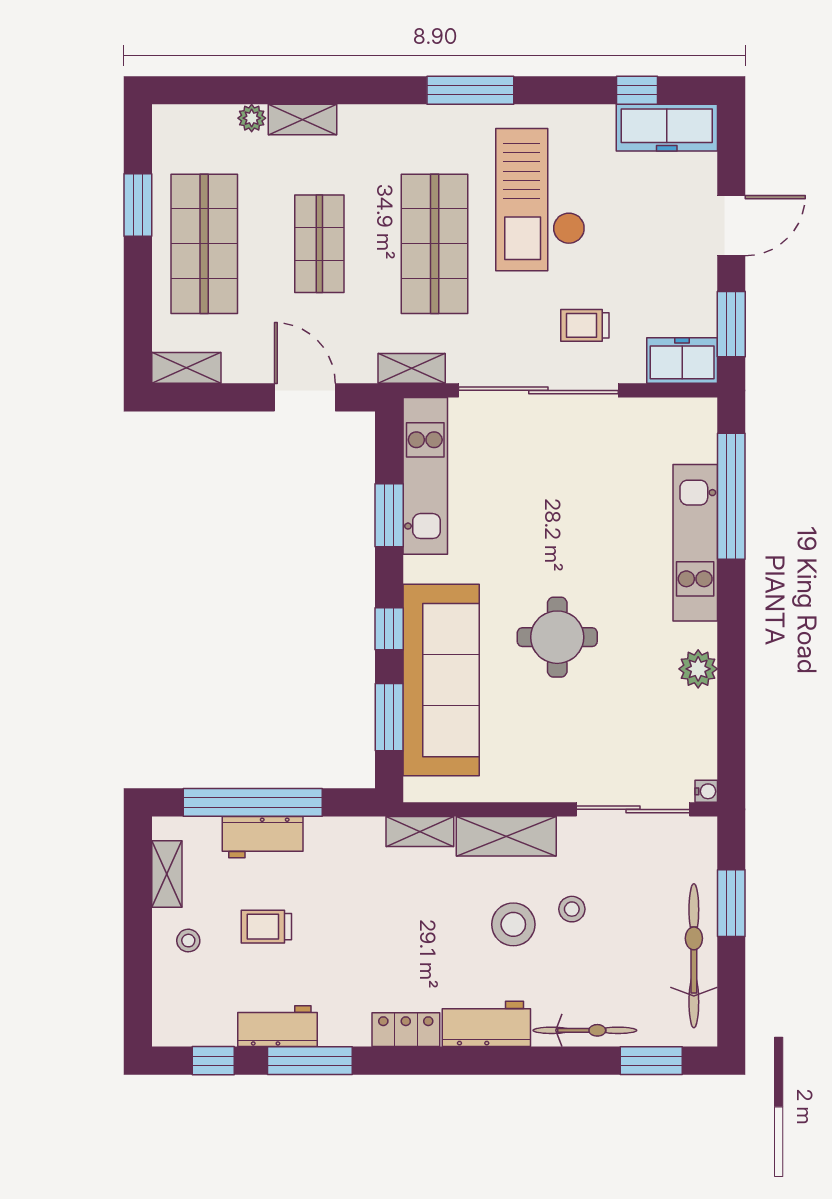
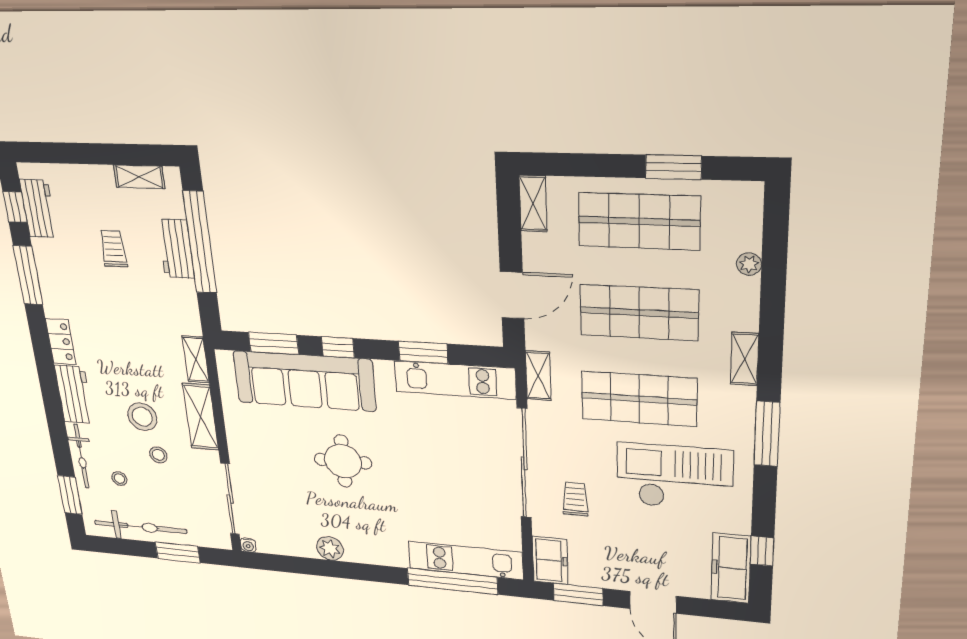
shelving: (302, 120) -> (745, 359), moved
shop shelf: (319, 244) -> (639, 313), width x1.43, depth x1.36
kitchen unit: (695, 543) -> (466, 560), moved
stool: (188, 941) -> (119, 479), moved
workbench: (278, 1026) -> (39, 209), moved

